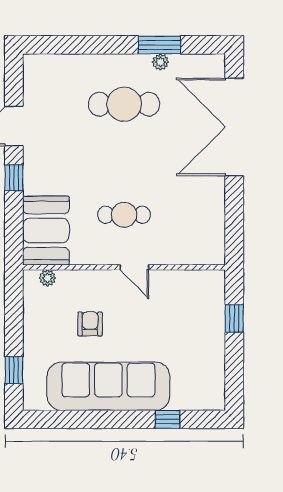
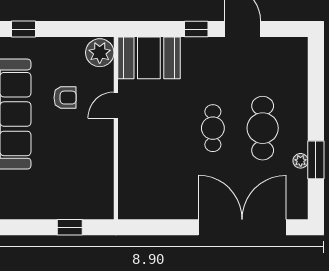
cafe table: (124, 215) -> (213, 128), moved
door: (134, 267) -> (116, 105), moved
plant: (47, 278) -> (100, 53), width x1.88, depth x1.88

